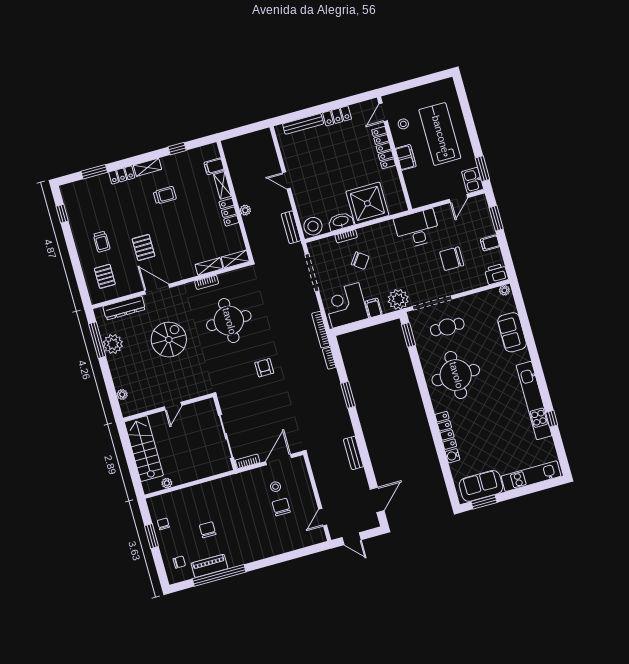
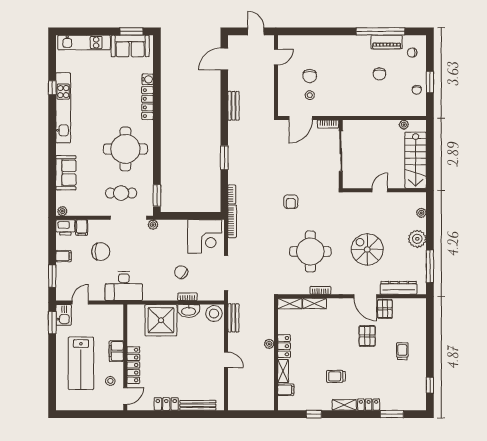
pallet: (105, 276) -> (385, 309), moved
plant: (398, 299) -> (153, 225), width x0.53, depth x0.53
filing cabinet: (374, 308) -> (82, 228), moved
spiral stairs: (169, 340) -> (367, 249), turned 90
plant: (113, 344) -> (417, 239), moved

